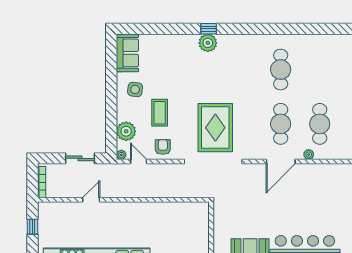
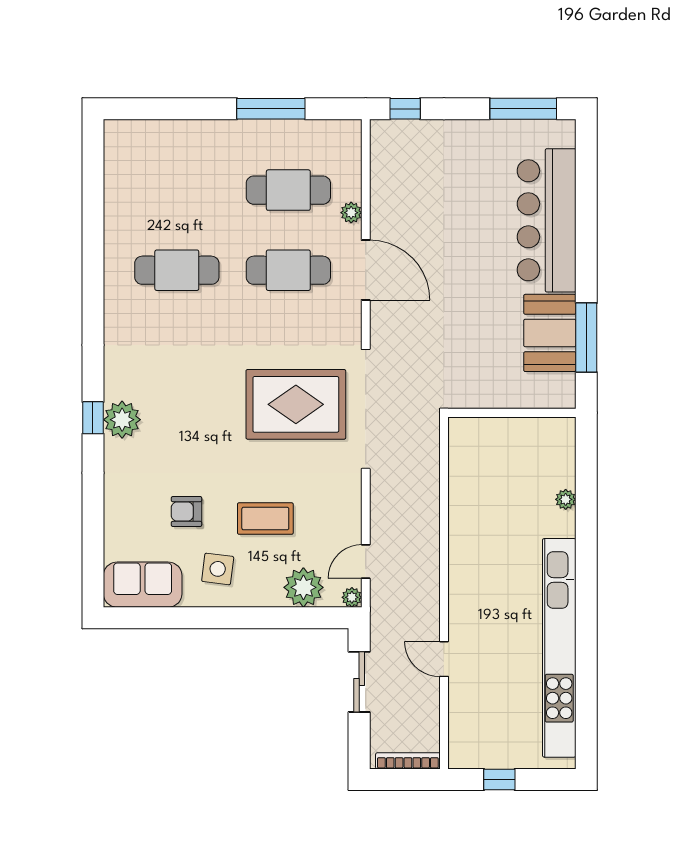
armchair: (163, 147) -> (187, 512), moved

